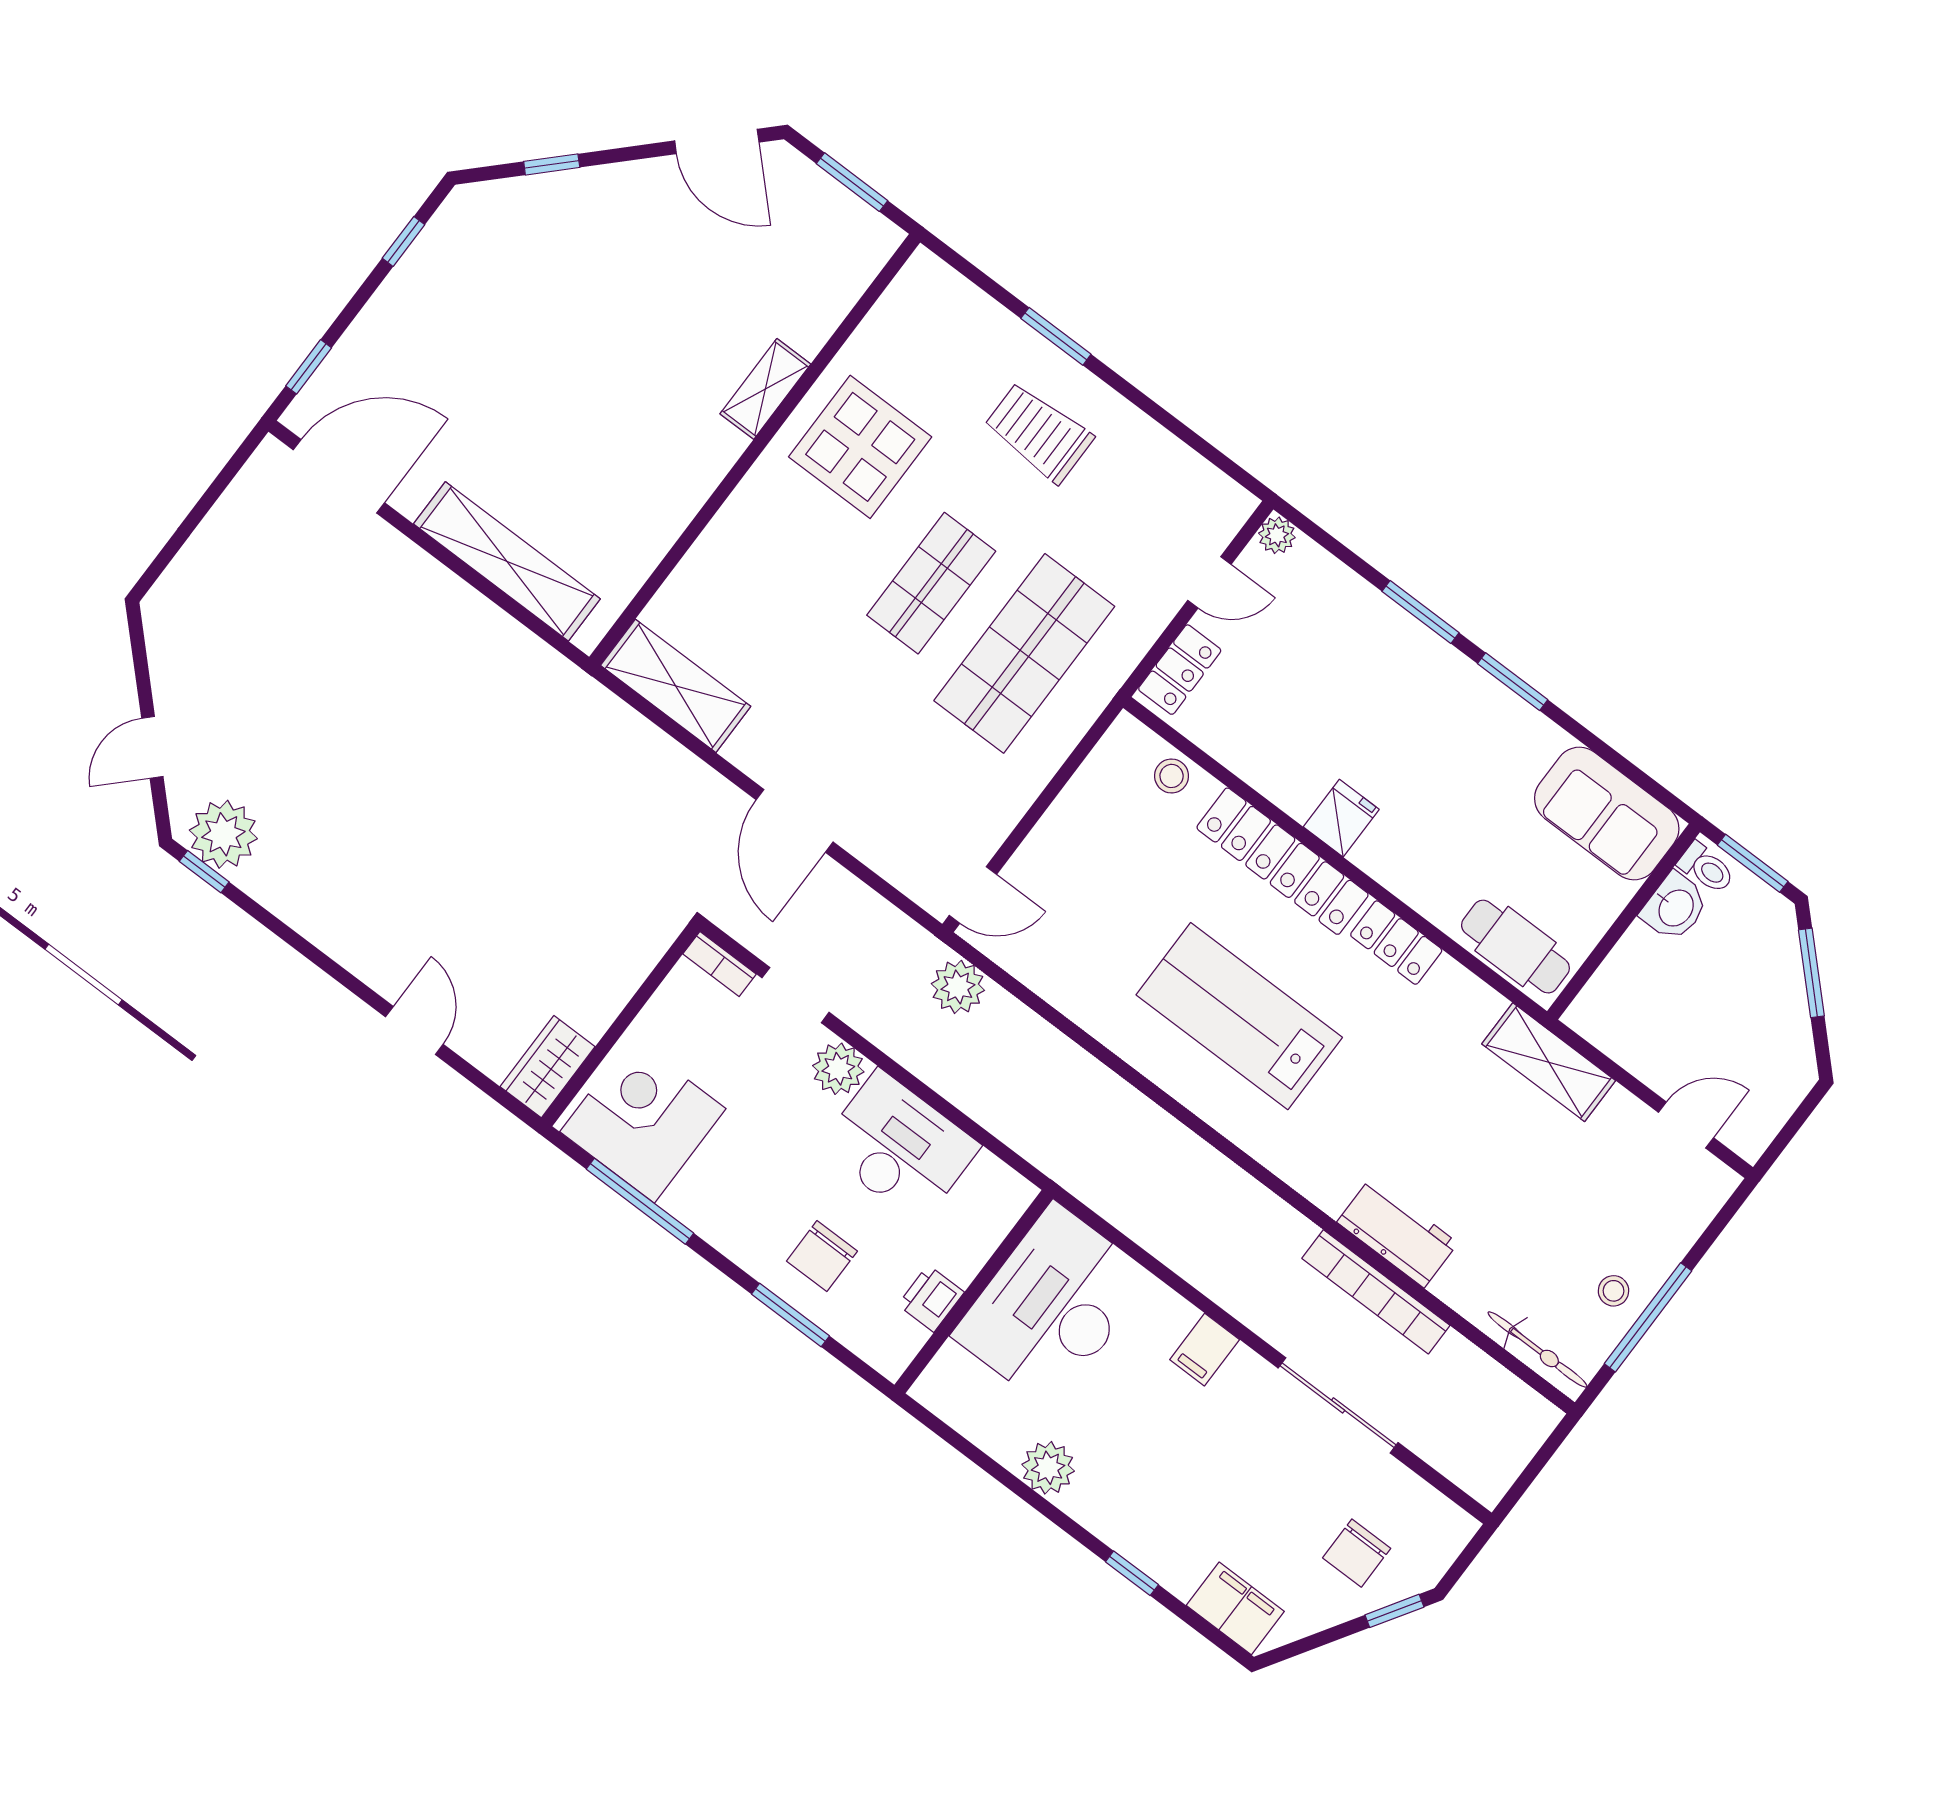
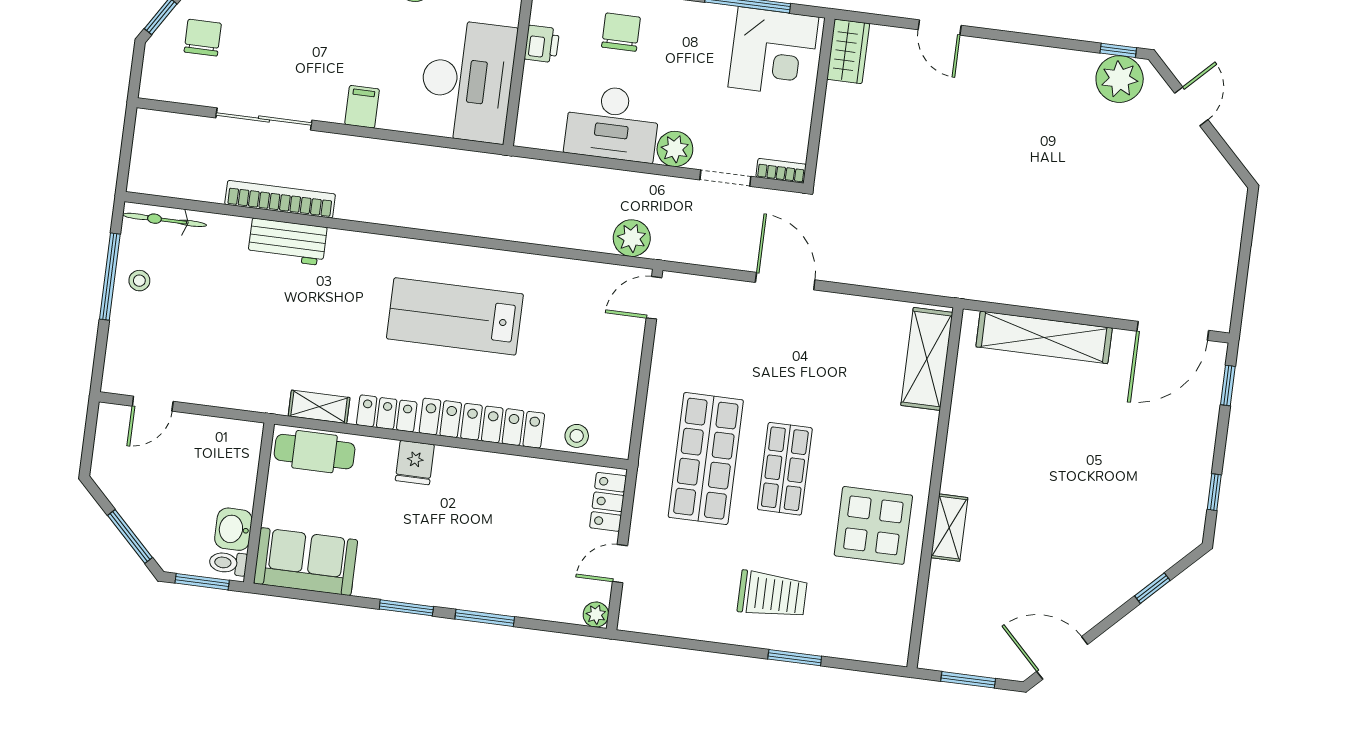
shelving: (676, 686) -> (927, 359), moved, turned 90
fridge: (1341, 818) -> (415, 463), moved
lab bench: (1239, 1016) -> (455, 316), turned 180
shelving: (1549, 1062) -> (319, 407), moved, width x0.67, depth x0.75

